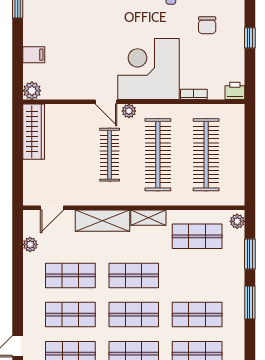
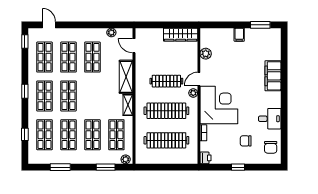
filing cabinet: (34, 55) -> (239, 35), moved
plant: (32, 91) -> (206, 54), moved
shop shelf: (134, 275) -> (92, 135), moved
window: (250, 303) -> (60, 167), moved

